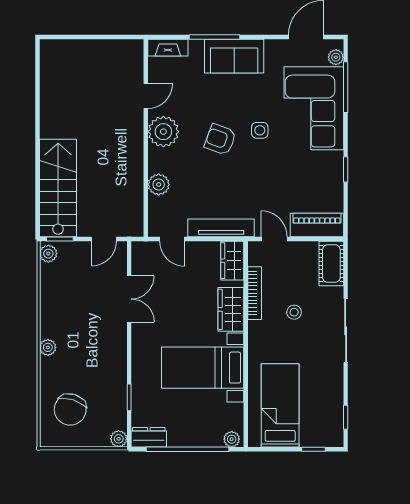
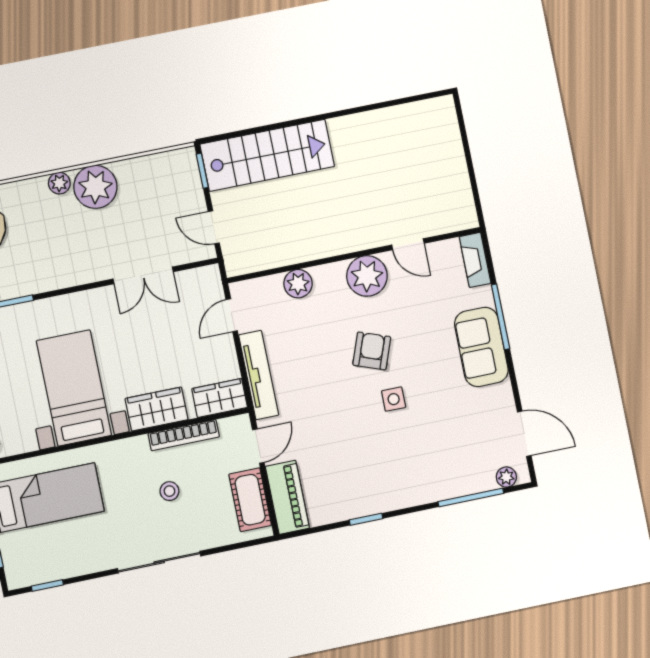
corner sofa: (314, 108) -> (436, 462), removed
plant: (48, 254) -> (95, 187), moved, width x1.87, depth x1.87
cot: (331, 264) -> (250, 500), moved, turned 90

